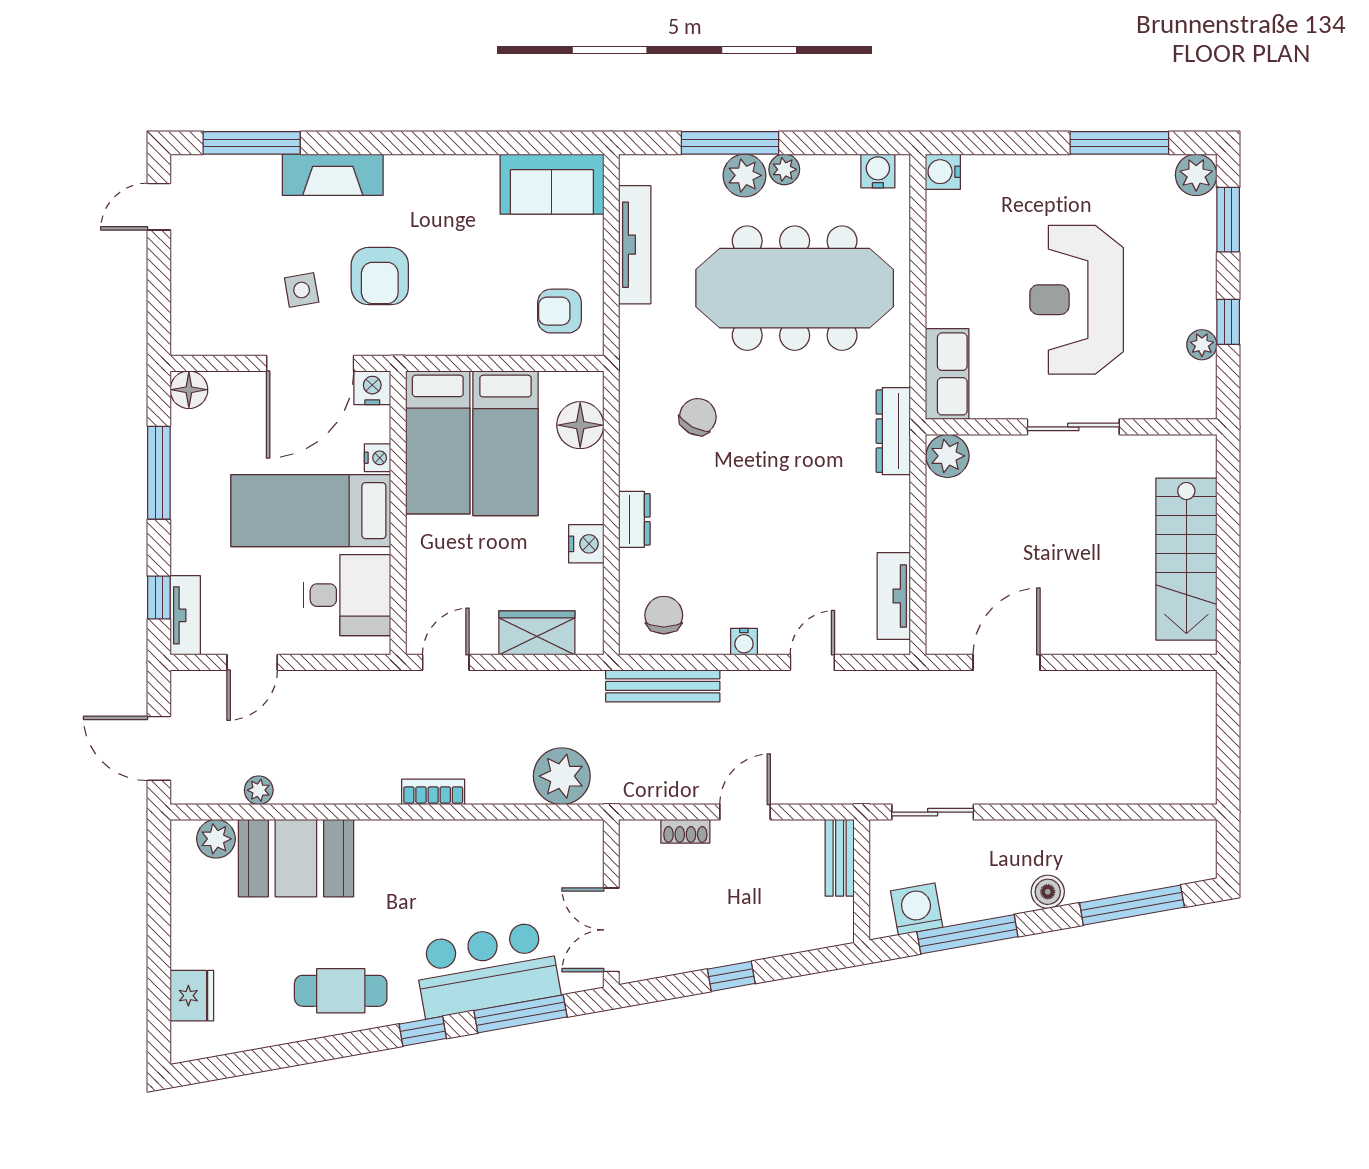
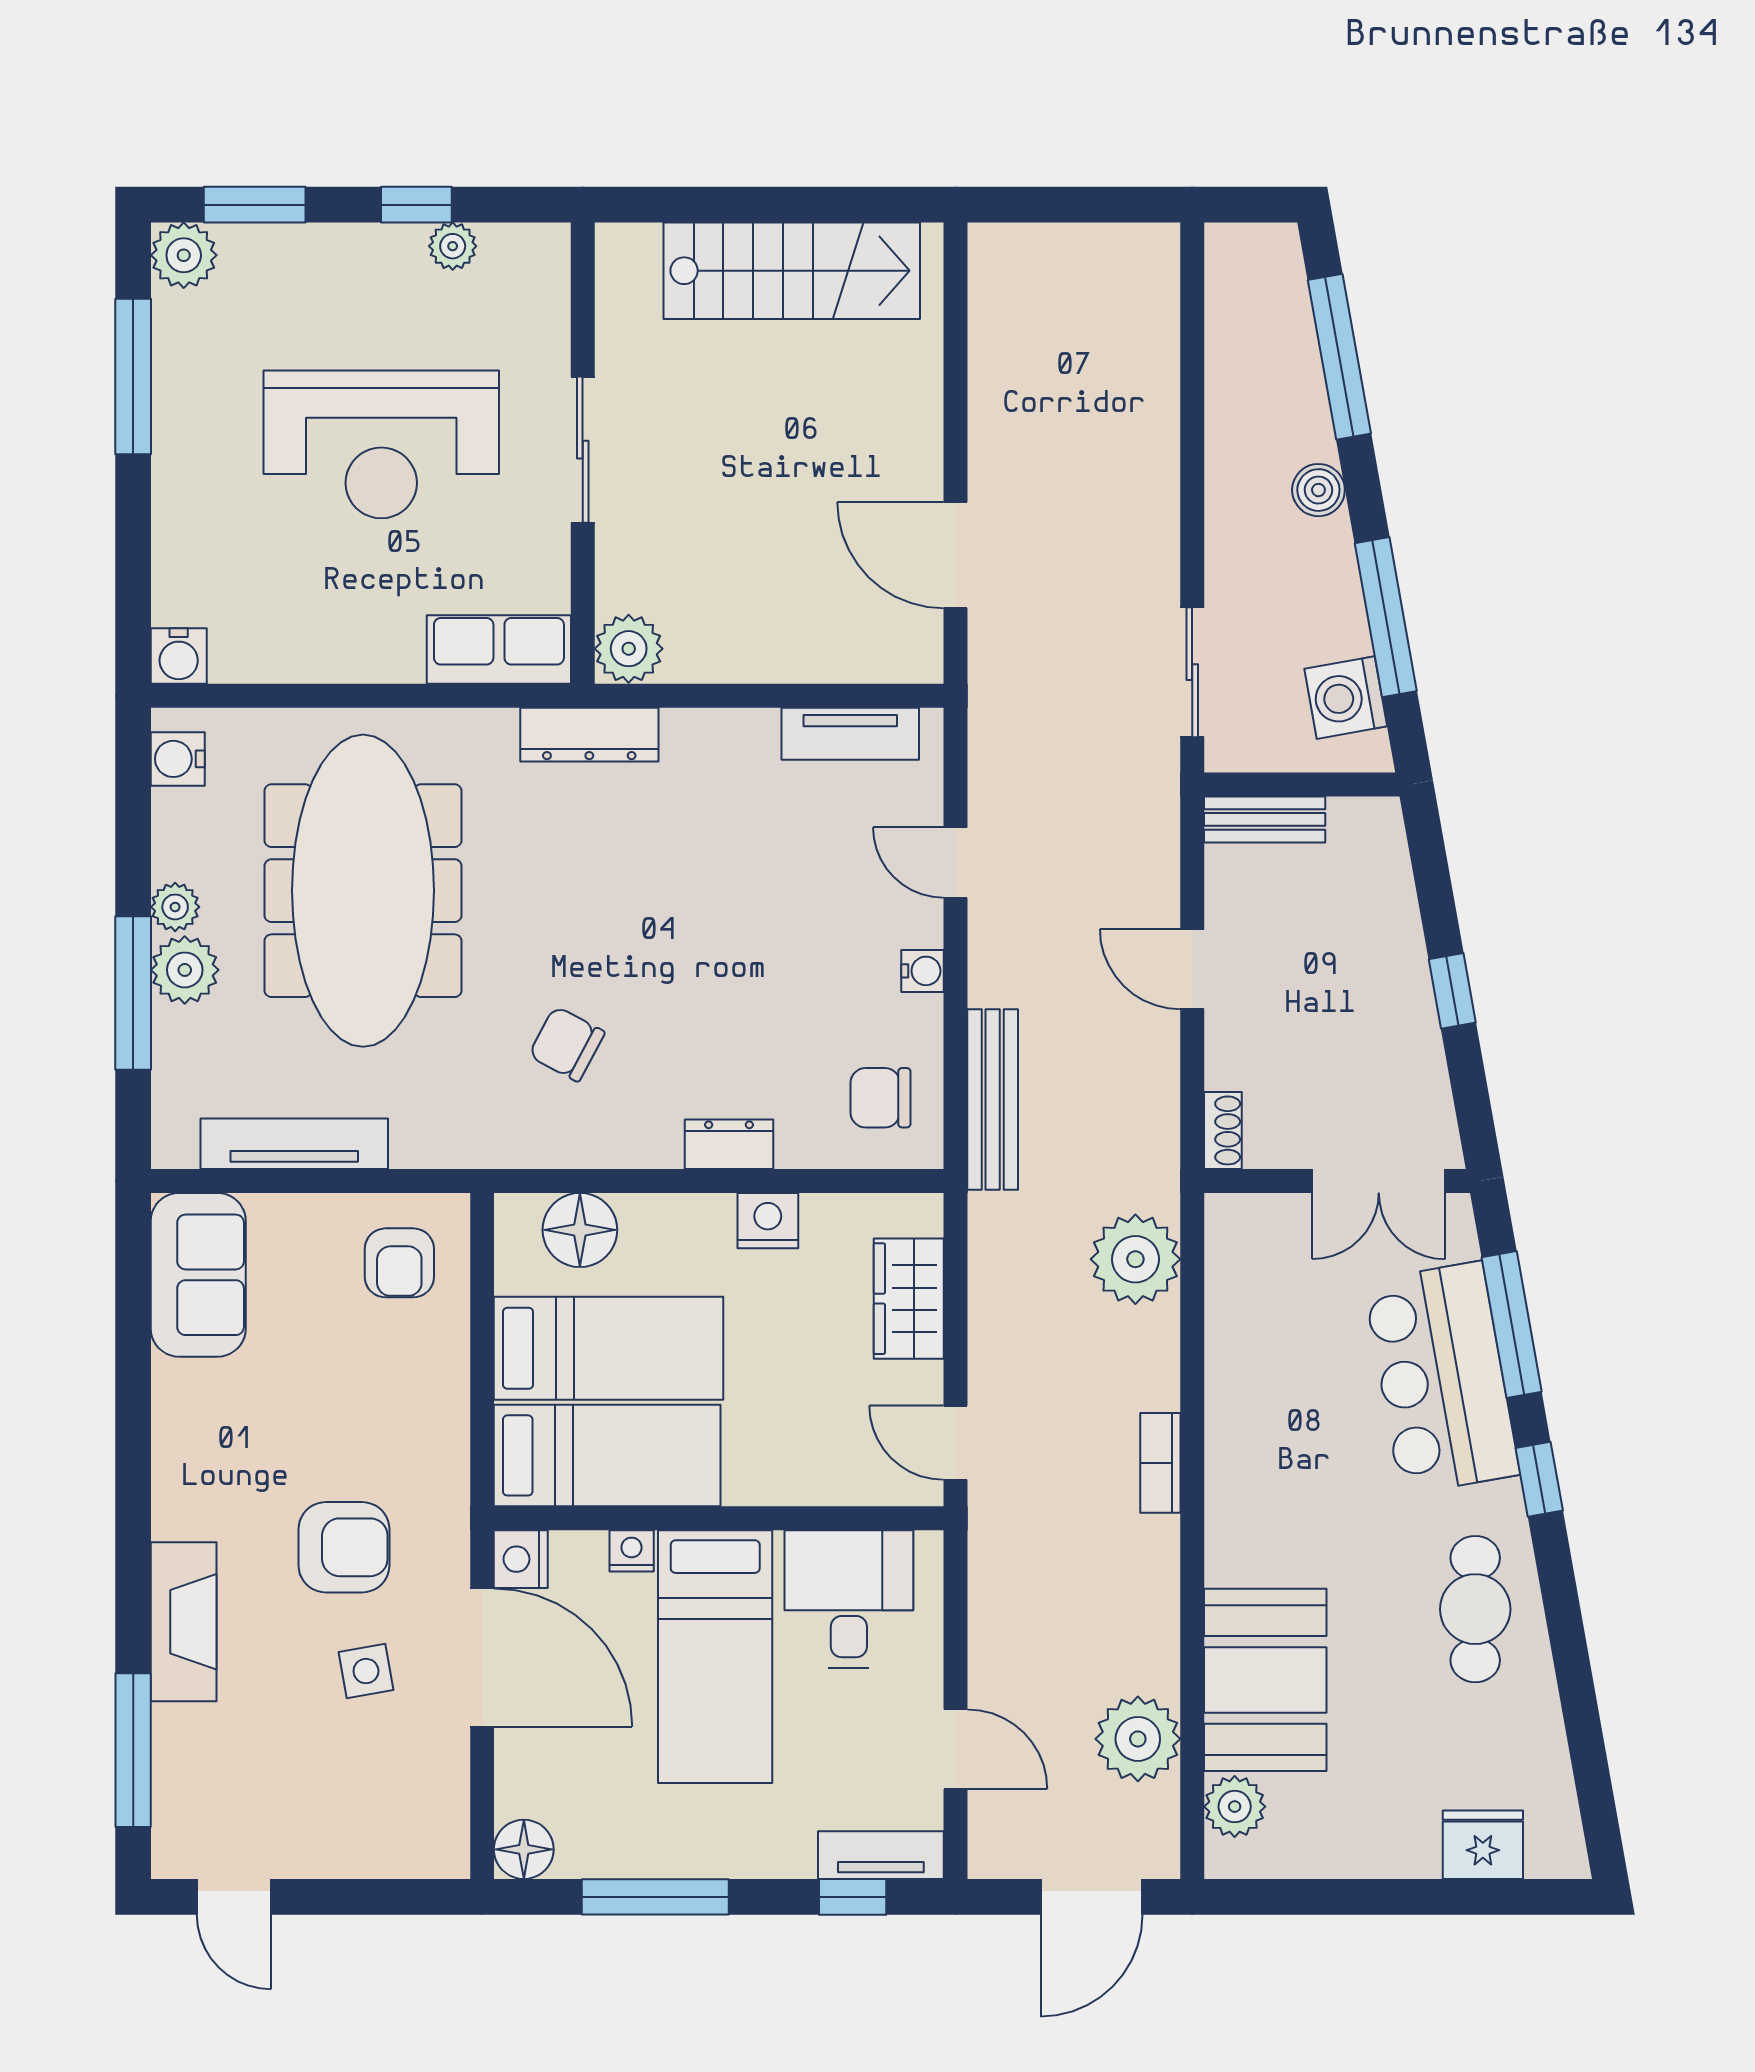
plant: (259, 790) -> (1138, 1739), width x1.87, depth x1.87
shoe rack: (685, 831) -> (1223, 1130), moved

